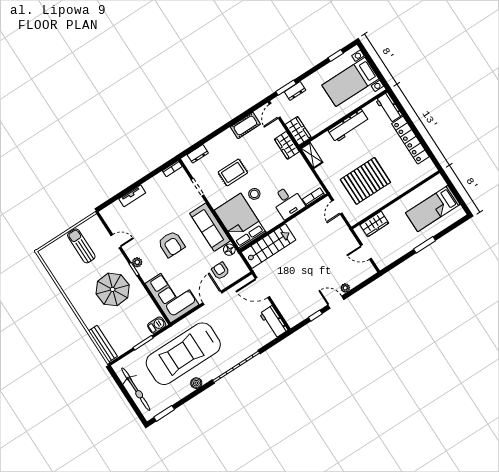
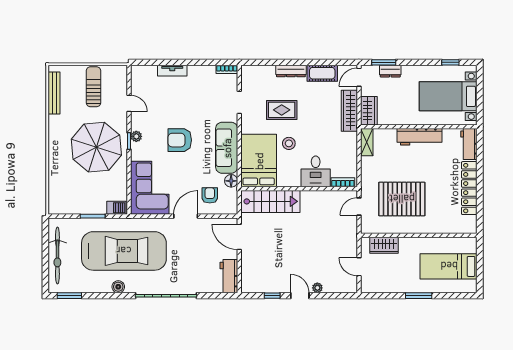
wardrobe: (287, 145) -> (349, 111), width x1.50
dresser: (198, 154) -> (291, 71), moved, width x1.44
armchair: (171, 244) -> (180, 140), turned 90
parasol: (113, 289) -> (96, 147), width x1.36, depth x1.36
bench: (103, 344) -> (54, 93), moved
car: (183, 354) -> (124, 251), turned 180

